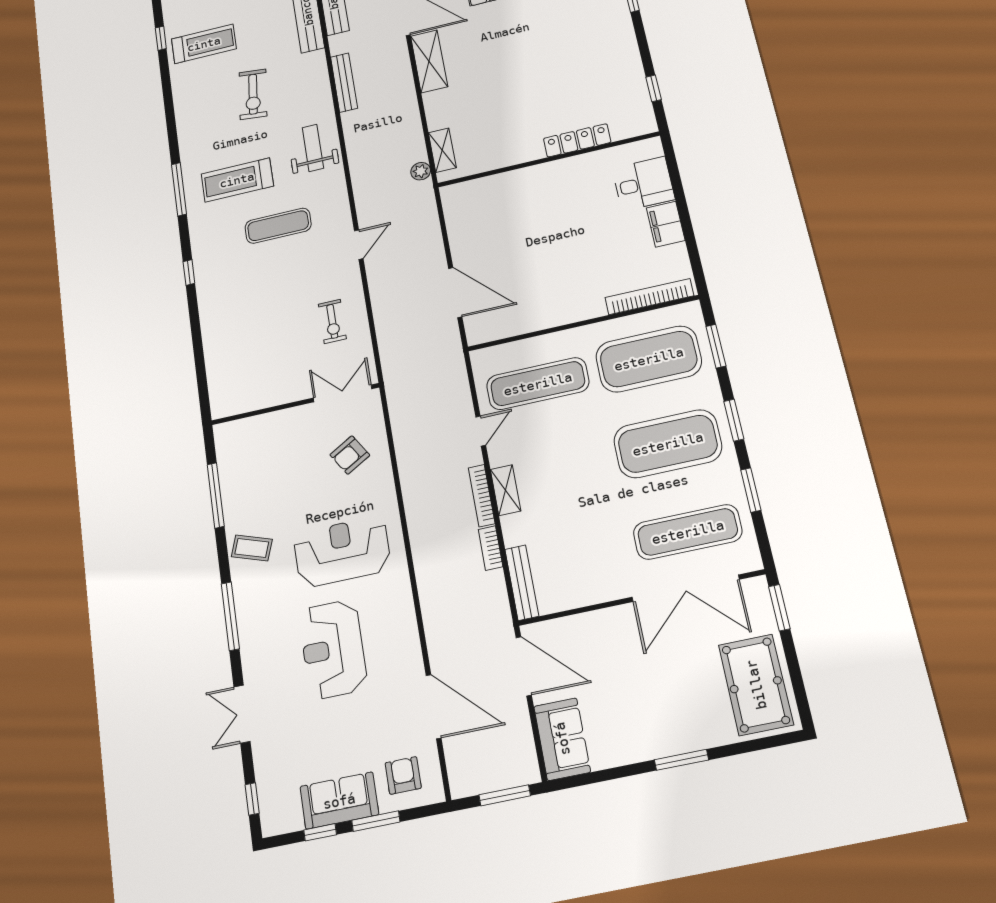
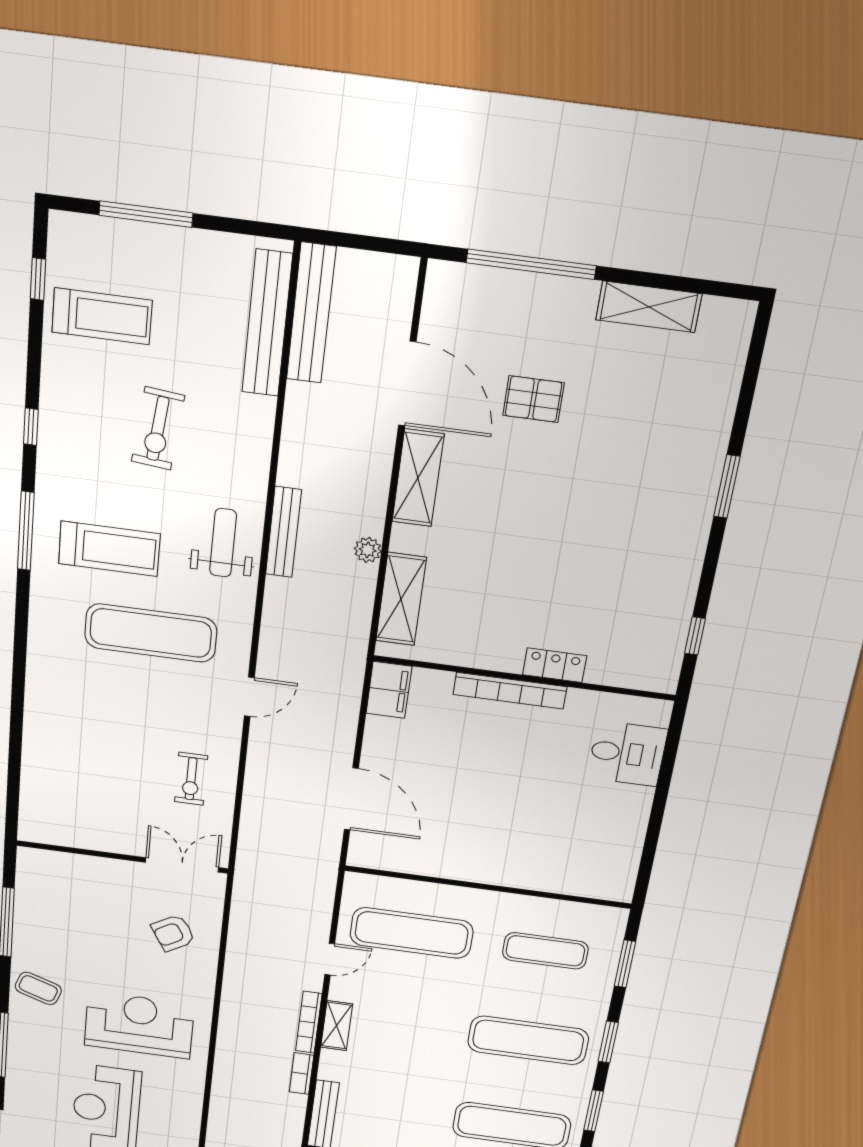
bench: (344, 83) -> (283, 532), moved
locker: (577, 140) -> (555, 665), width x0.66
shelving: (442, 150) -> (401, 599), width x1.50, depth x1.33
plant: (421, 171) -> (368, 550), moved
treadmill: (237, 180) -> (109, 549), turned 180
filing cabinet: (666, 224) -> (389, 690), moved, turned 180
exercise mat: (278, 226) -> (151, 633), width x1.36, depth x1.45
window: (189, 273) -> (31, 427), moved
bookcase: (649, 297) -> (510, 691), moved, turned 180
exercise mat: (649, 359) -> (545, 951), width x0.50, depth x0.69
exercise mat: (668, 444) -> (528, 1040), width x0.68

